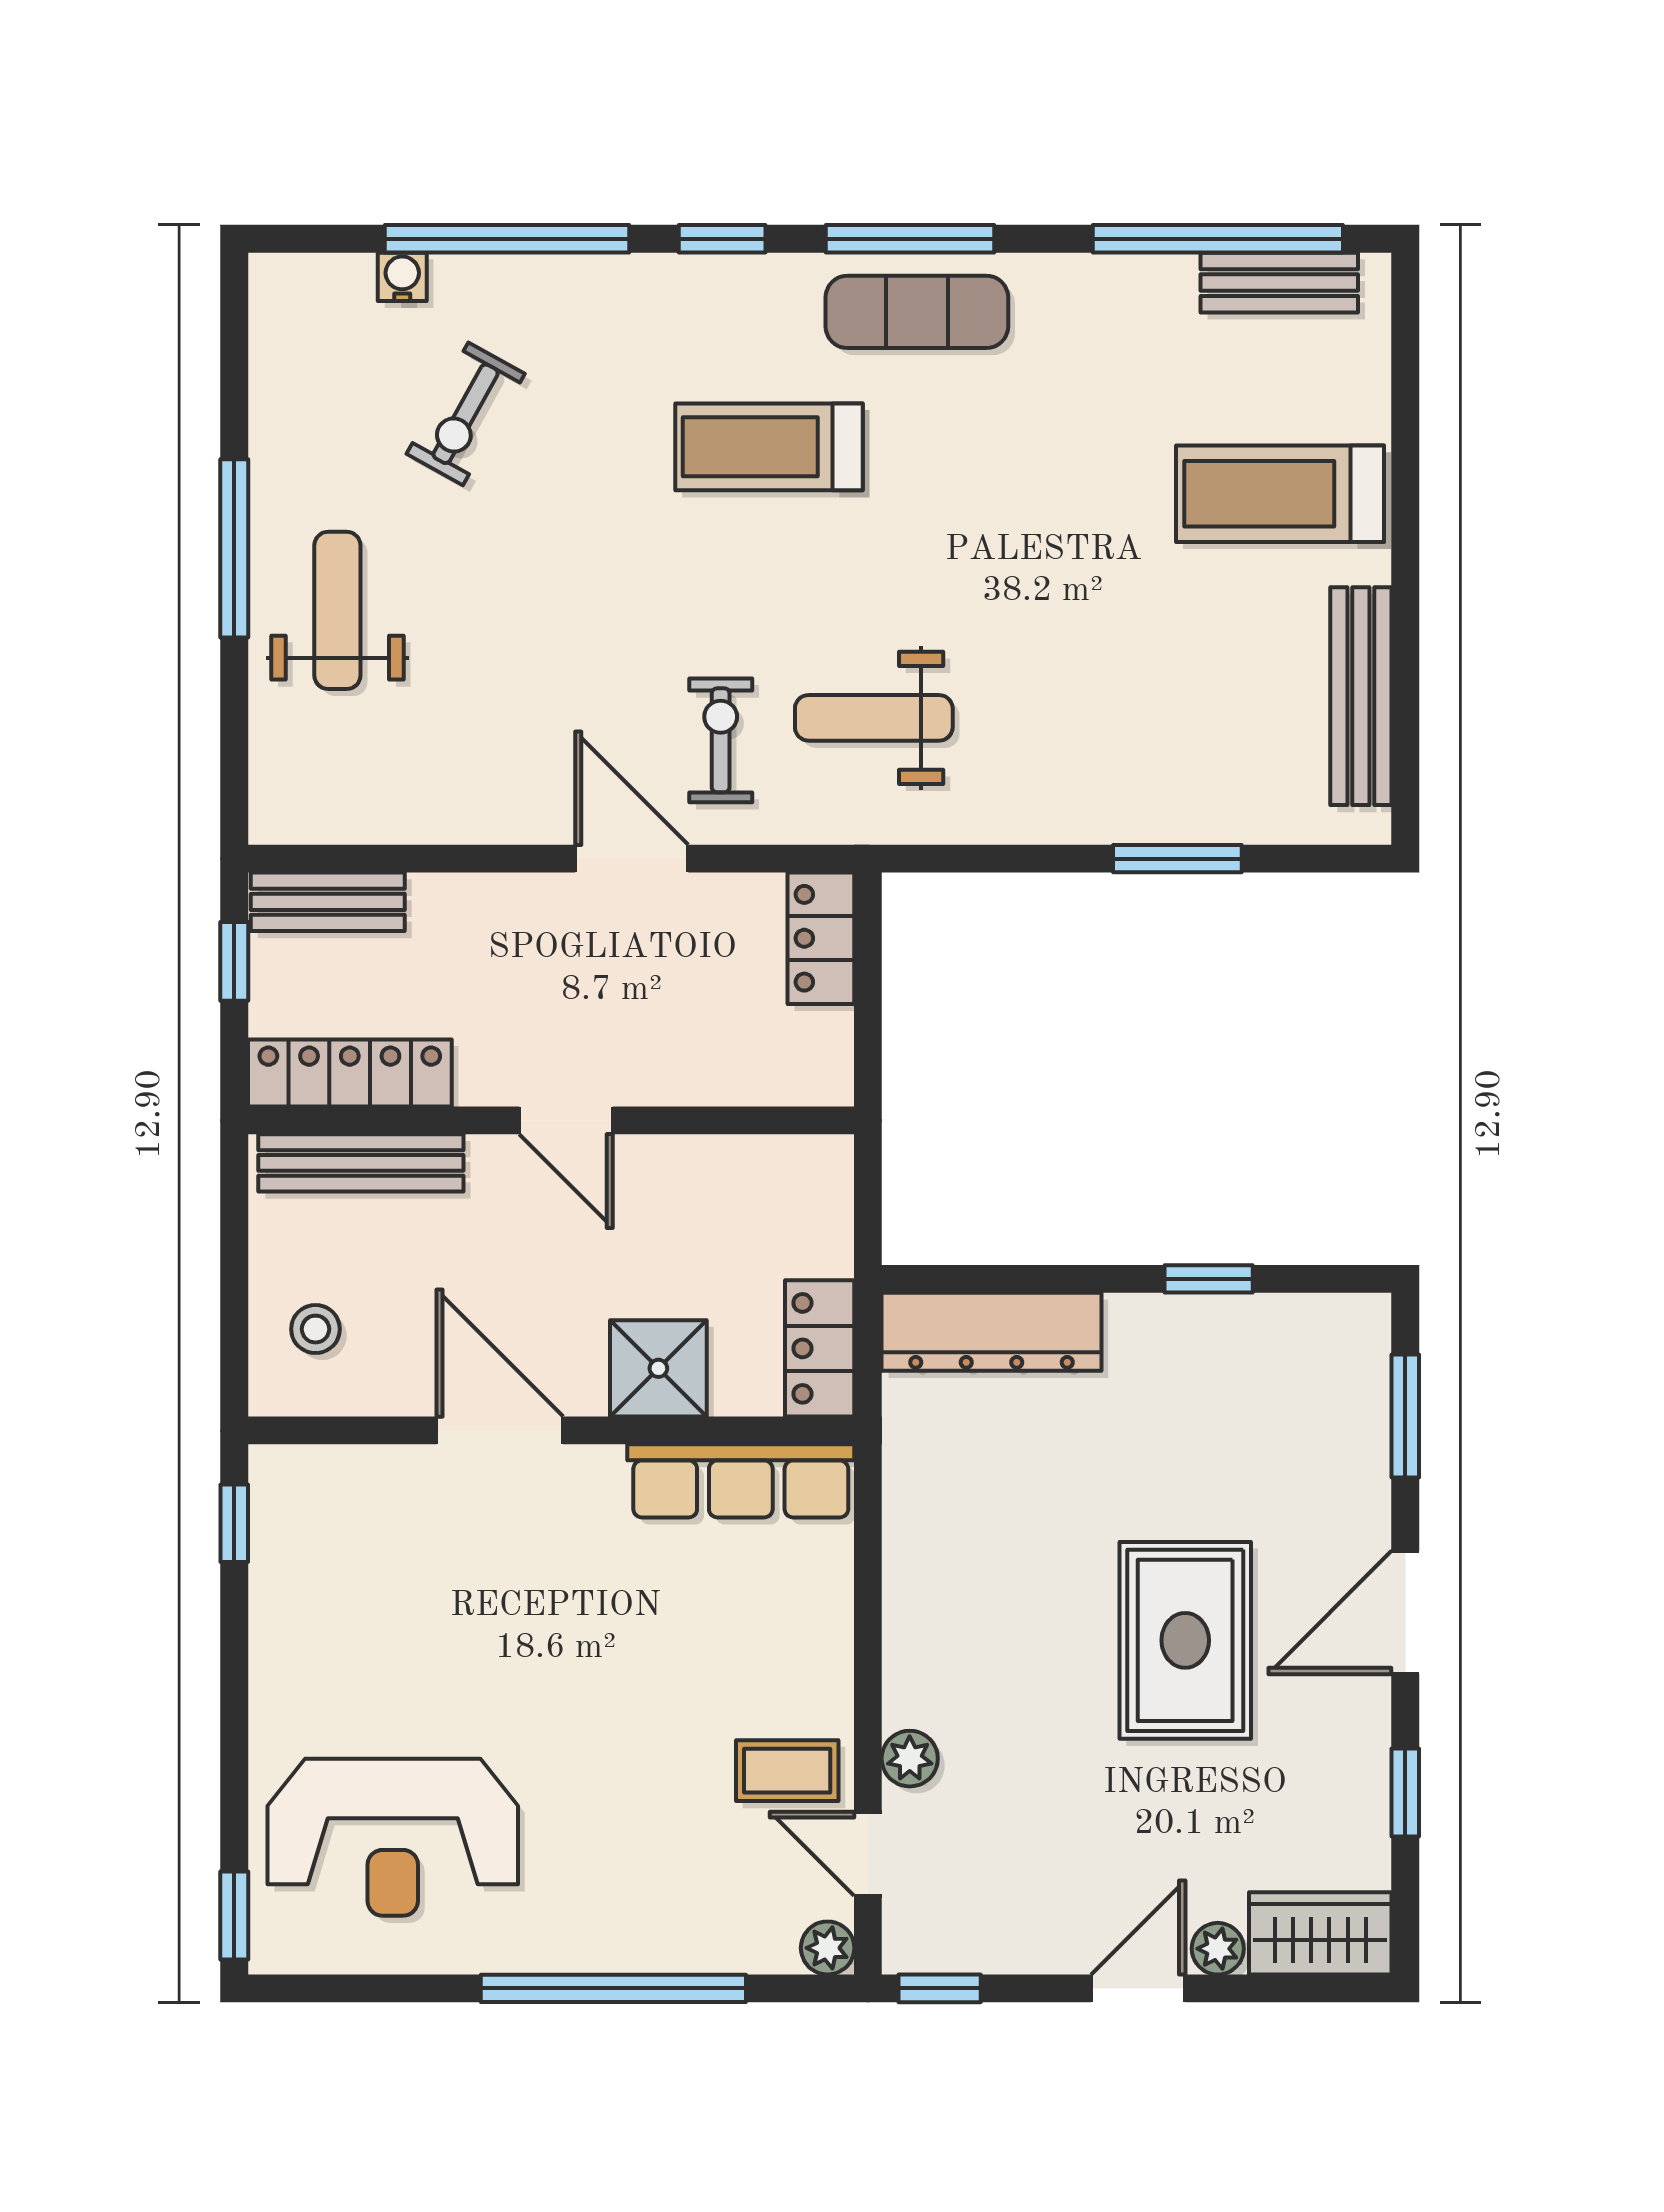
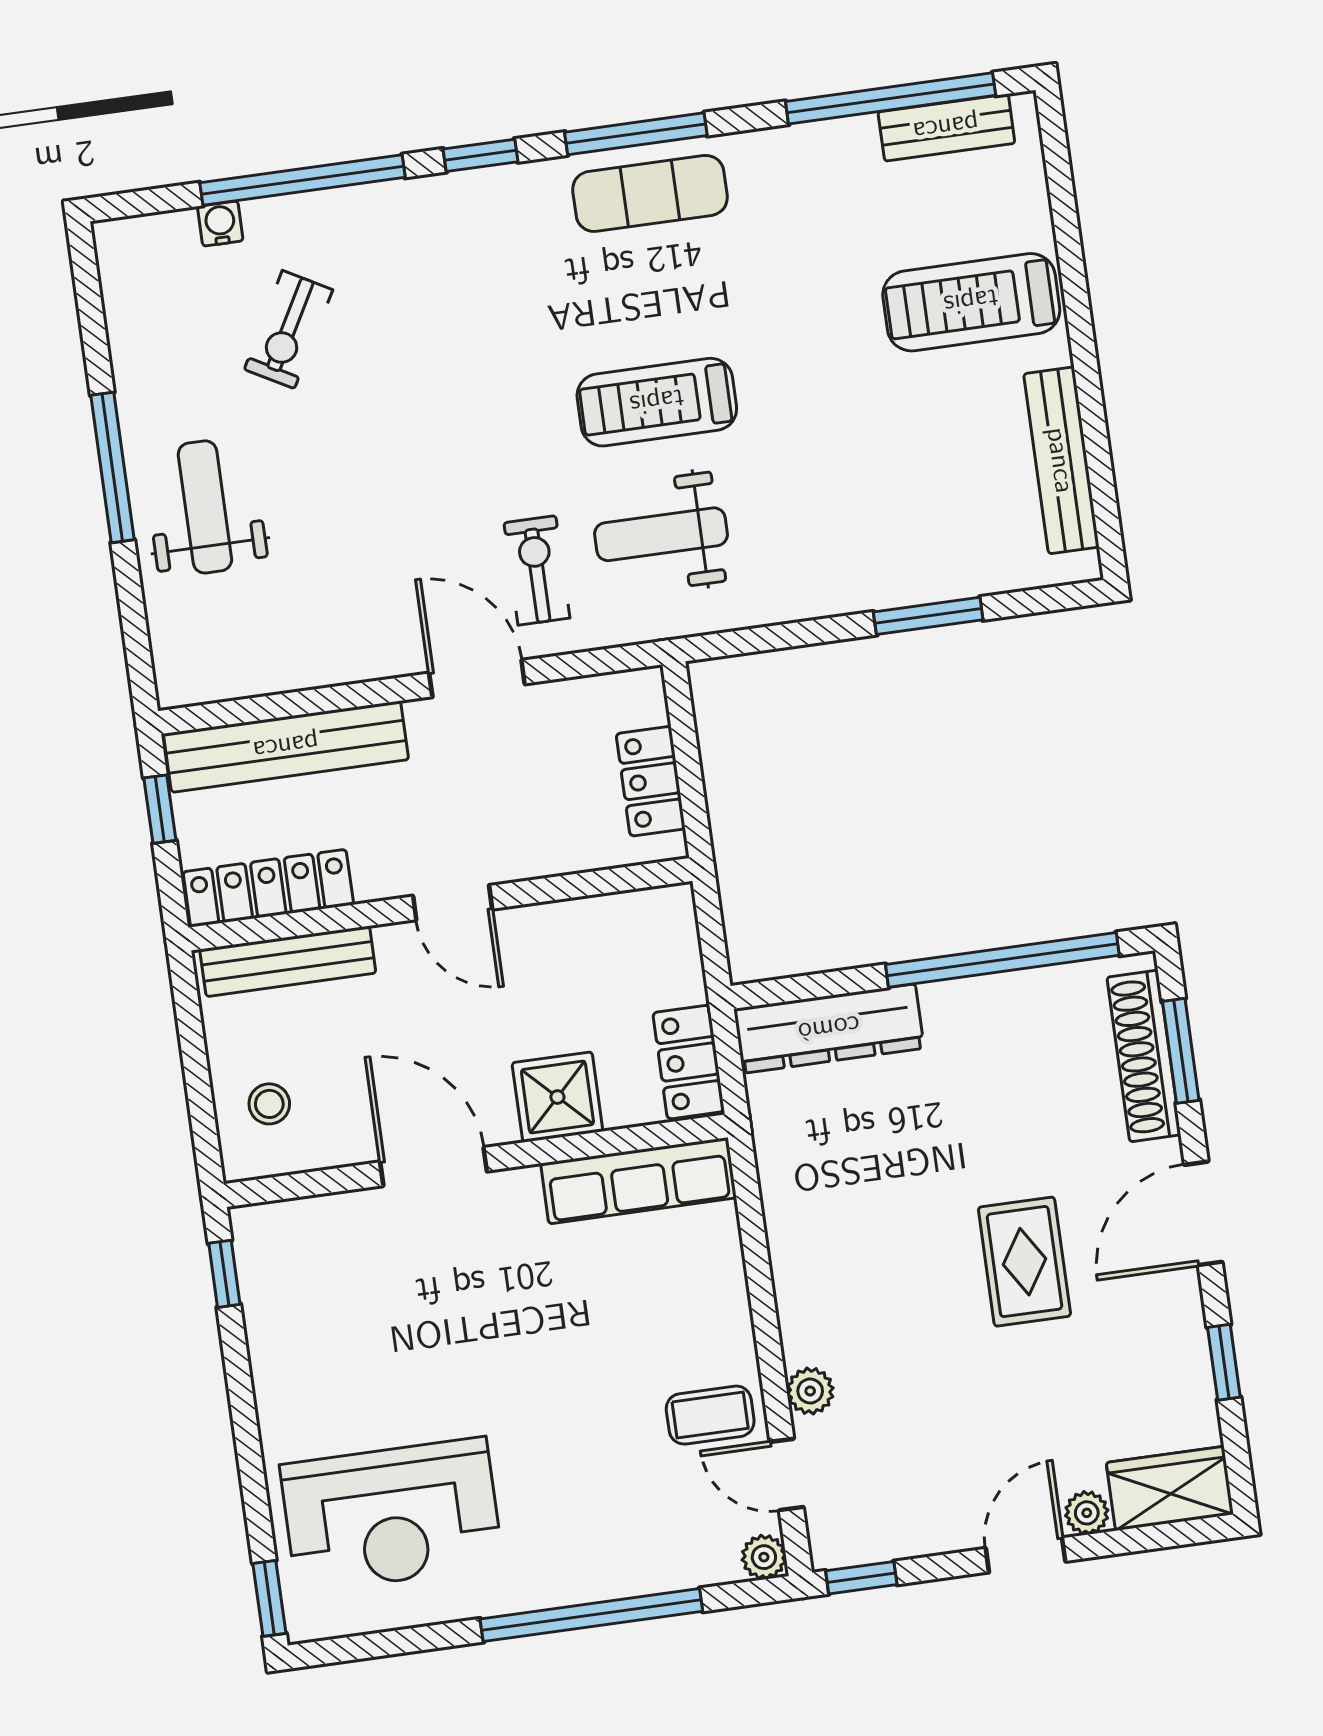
treadmill: (769, 447) -> (657, 402), moved
bench: (328, 902) -> (286, 747), width x1.86, depth x1.21
locker: (821, 938) -> (651, 781), moved
window: (1209, 1279) -> (1002, 960), width x3.17
shoe rack: (1361, 1416) -> (1144, 1056), added
rug: (1185, 1640) -> (1024, 1262), width x0.73, depth x0.70

